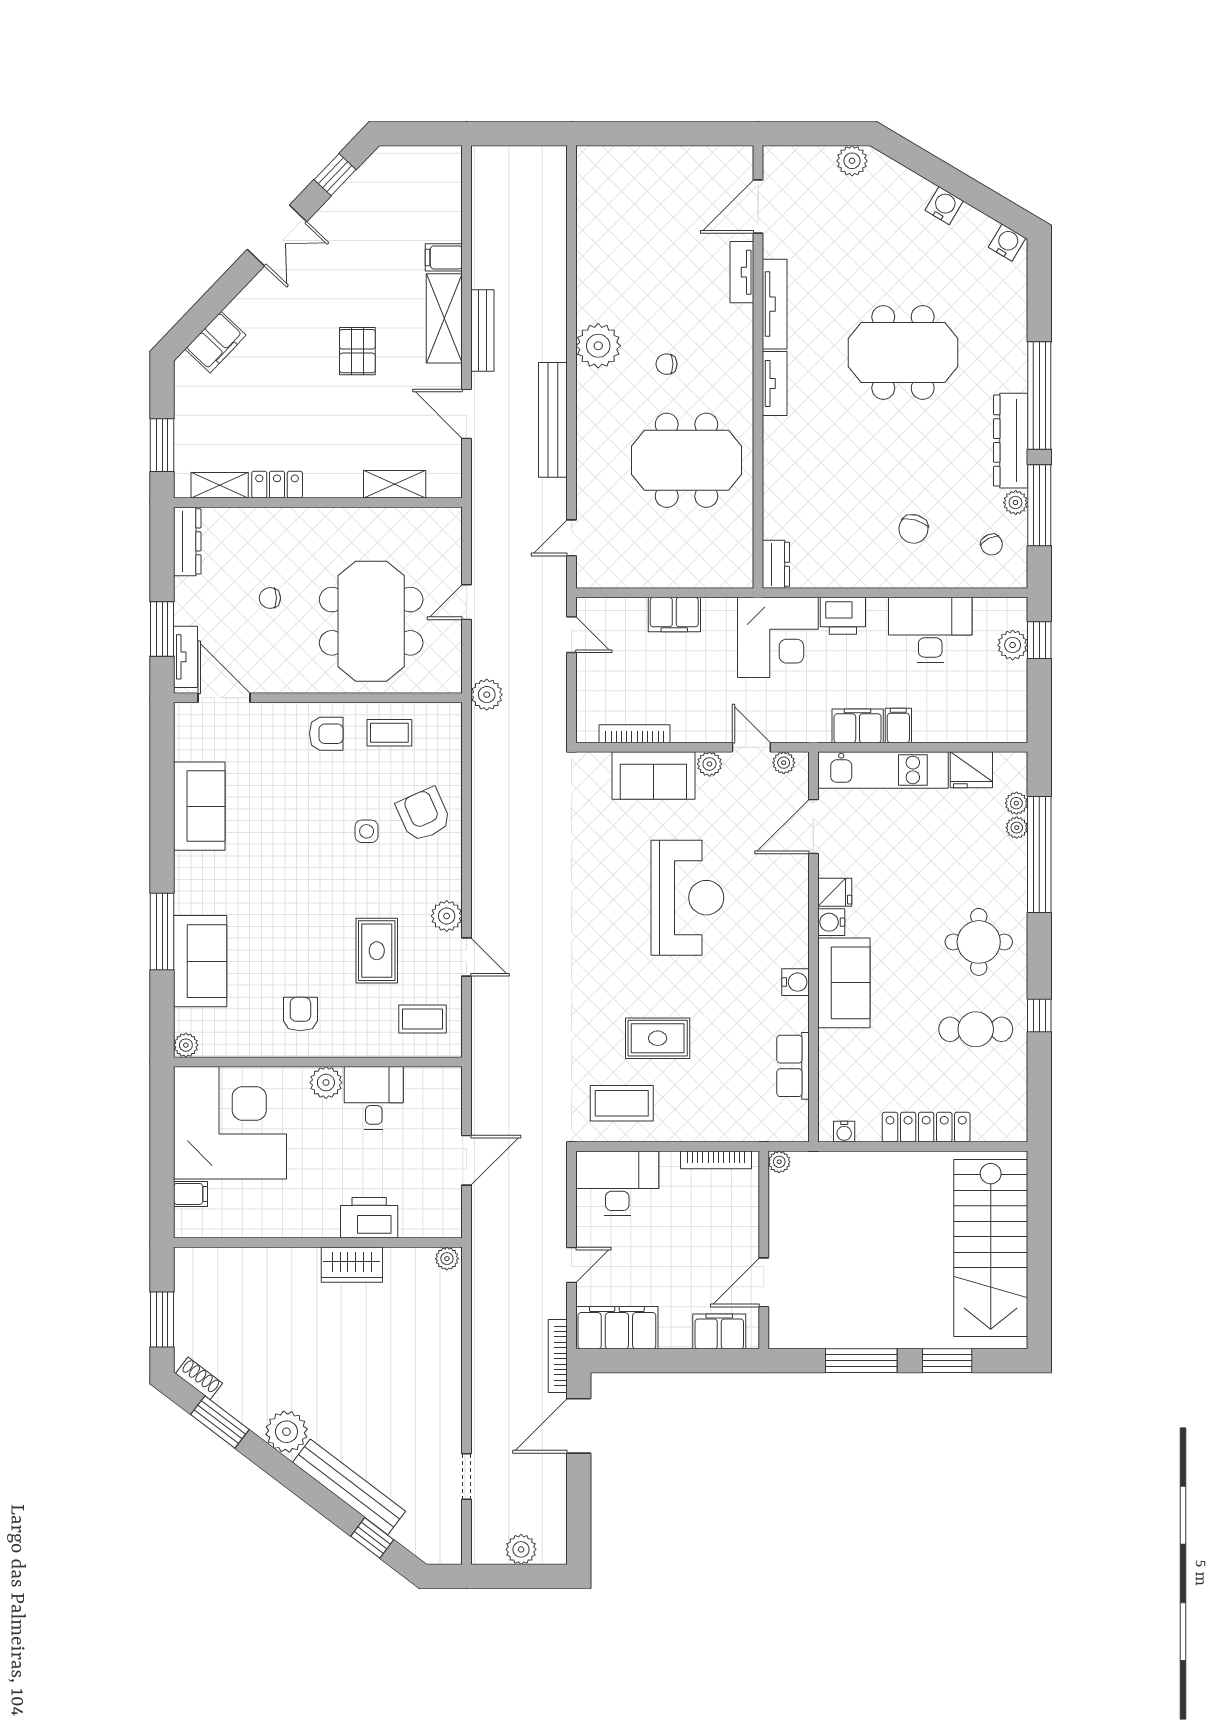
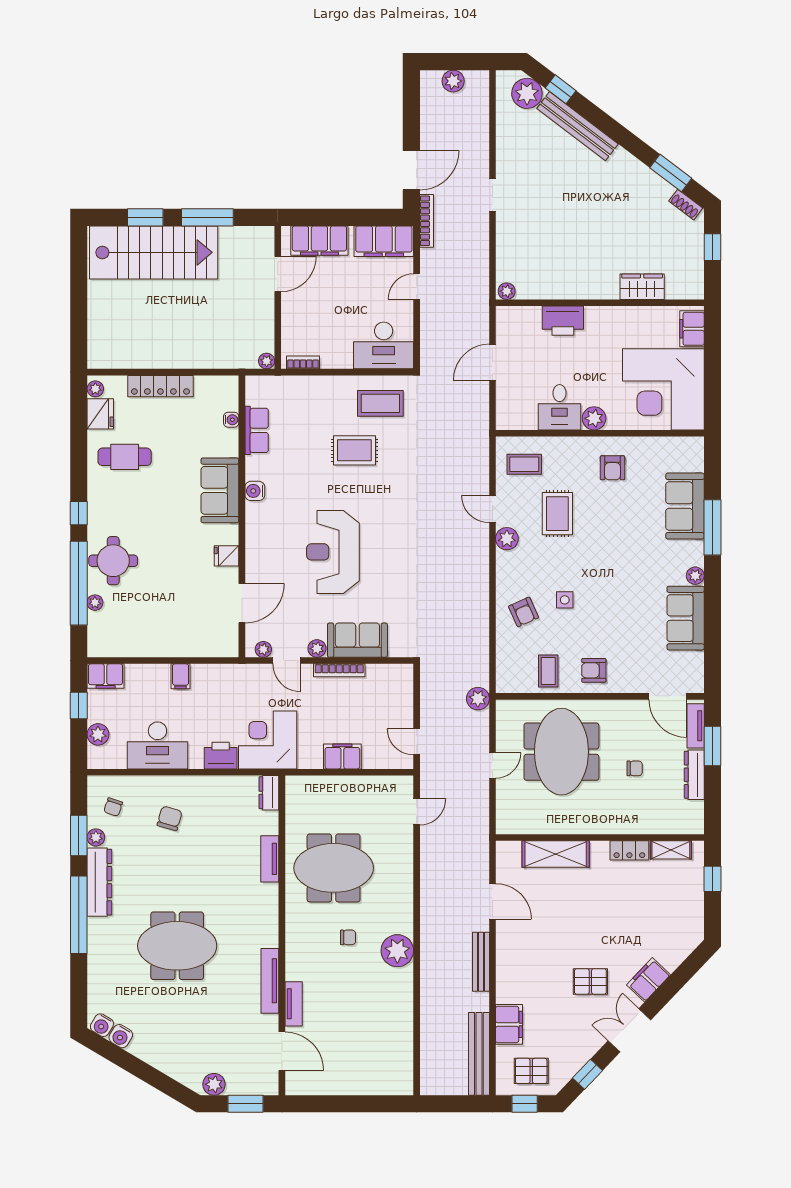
window: (422, 134) -> (525, 1104), added
window: (808, 134) -> (246, 1104), added
pallet: (413, 179) -> (531, 1071), added
water cooler: (944, 206) -> (121, 1036), moved
door: (758, 207) -> (282, 1051), hinge flipped
filing cabinet: (444, 257) -> (509, 1024), width x2.00
shelving: (444, 318) -> (509, 970), removed
filing cabinet: (216, 342) -> (648, 980), moved
pallet: (357, 351) -> (590, 981), moved, turned 90
tv unit: (775, 384) -> (270, 859), moved
bench: (553, 420) -> (479, 1054), moved
window: (162, 445) -> (712, 879), width x0.67
shelving: (395, 484) -> (556, 854), width x1.50, depth x1.33
window: (1039, 505) -> (79, 835), width x0.69
dresser: (187, 541) -> (694, 775), moved
chair: (992, 545) -> (113, 807), turned -136
window: (1039, 640) -> (79, 706), moved
filing cabinet: (858, 726) -> (106, 676), moved
coffee table: (389, 733) -> (548, 671), turned 90
bookcase: (635, 734) -> (339, 670), moved
kitchen unit: (883, 770) -> (192, 644), removed
fridge: (971, 770) -> (100, 414), moved, turned 90
plant: (1016, 803) -> (95, 389), moved
armchair: (424, 815) -> (524, 612), width x0.72, depth x0.72
water cooler: (831, 922) -> (229, 534), removed
round table: (979, 942) -> (113, 561), moved
window: (1039, 1016) -> (79, 513), moved
plant: (186, 1045) -> (695, 576), moved
water cooler: (844, 1132) -> (231, 420), moved, turned 90
bookcase: (716, 1160) -> (303, 362), width x0.64
filing cabinet: (191, 1194) -> (692, 329), width x2.00
stairs: (991, 1248) -> (154, 252), moved, turned 90
wardrobe: (352, 1265) -> (642, 287), moved
window: (162, 1319) -> (712, 247), width x0.67
filing cabinet: (719, 1331) -> (319, 241), width x1.50, depth x1.17
plant: (286, 1432) -> (527, 93), moved
doorway: (467, 1476) -> (492, 195), moved

